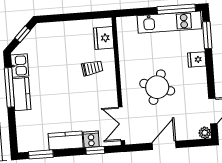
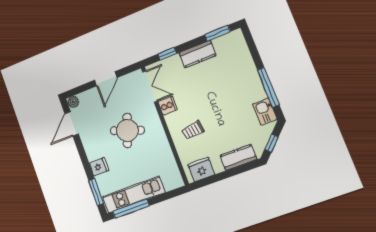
fridge: (104, 38) -> (201, 169), moved, turned -90
kitchen counter: (22, 94) -> (238, 157), moved, turned 90
cooker: (91, 139) -> (168, 106), moved, turned -90

